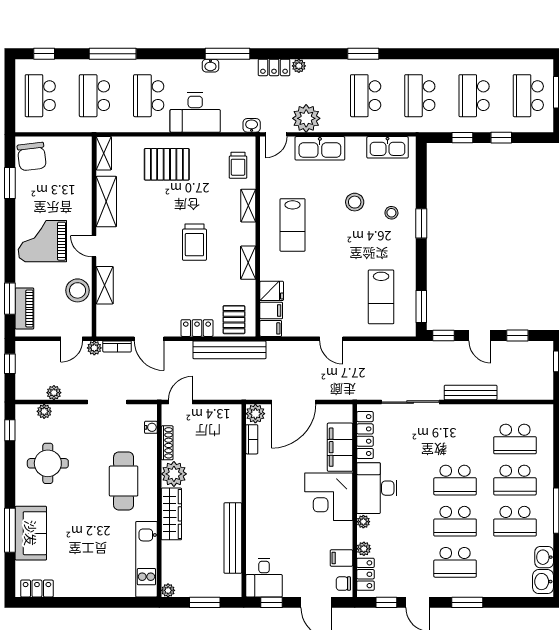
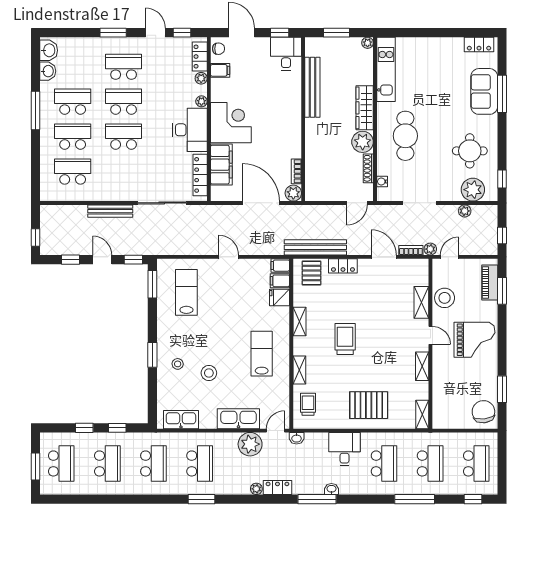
desk: (195, 113) -> (344, 449), width x0.73
shelving: (106, 202) -> (422, 366), width x0.67, depth x0.75
door: (294, 402) -> (261, 203), hinge flipped
plant: (44, 411) -> (473, 190), width x1.88, depth x1.88

